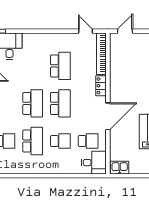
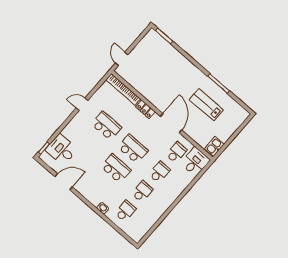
door: (85, 31) -> (82, 104), moved
school desk: (33, 141) -> (142, 191), width x0.54

